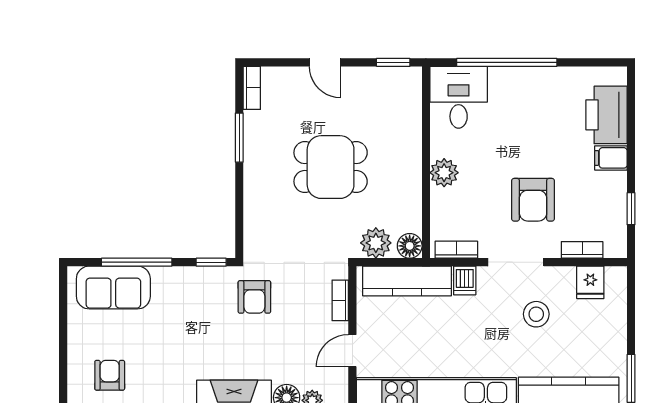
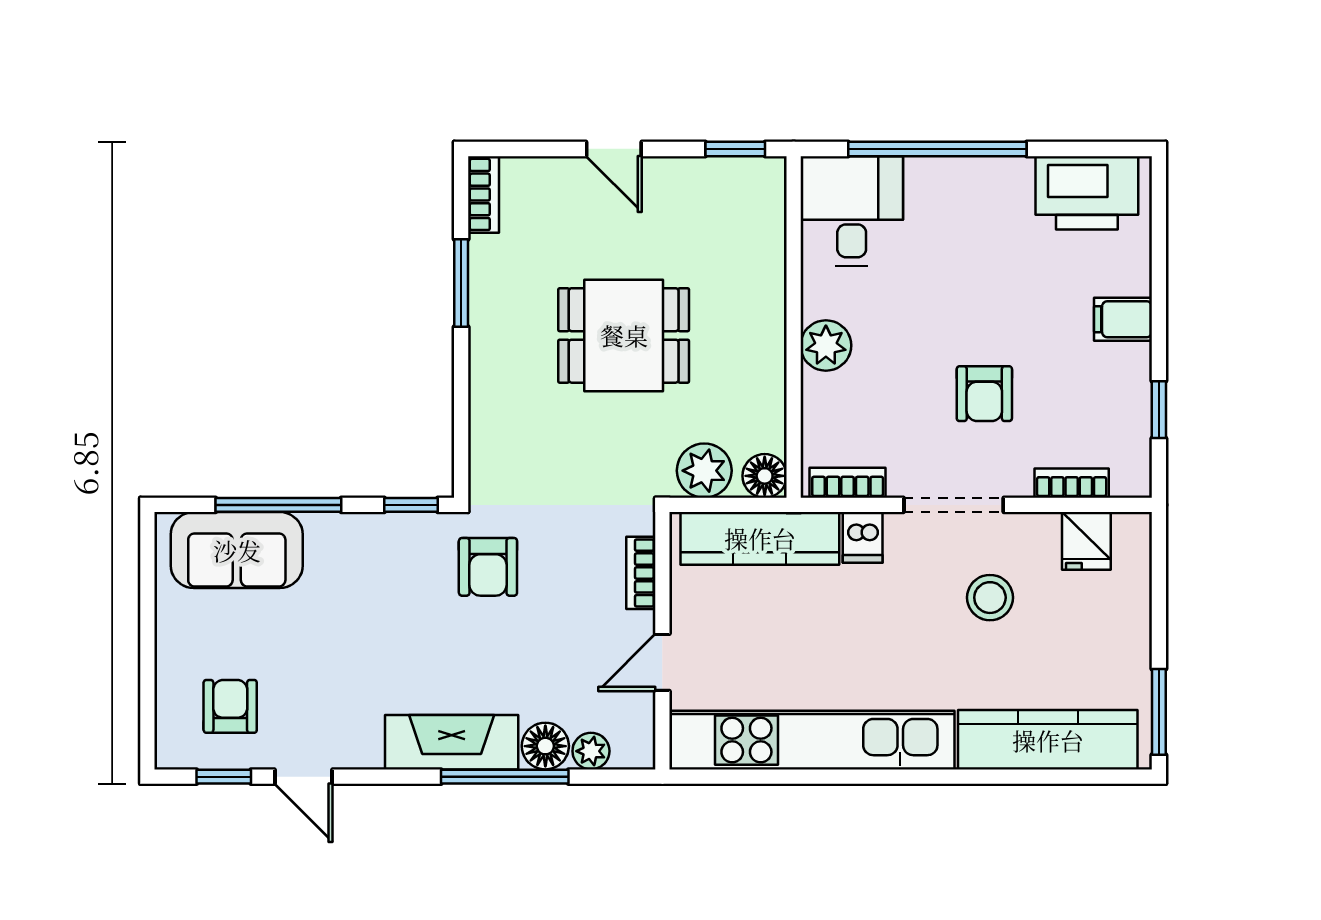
printer: (606, 115) -> (1087, 193), moved, turned -90
armchair: (533, 200) -> (984, 394), width x0.72, depth x0.72

